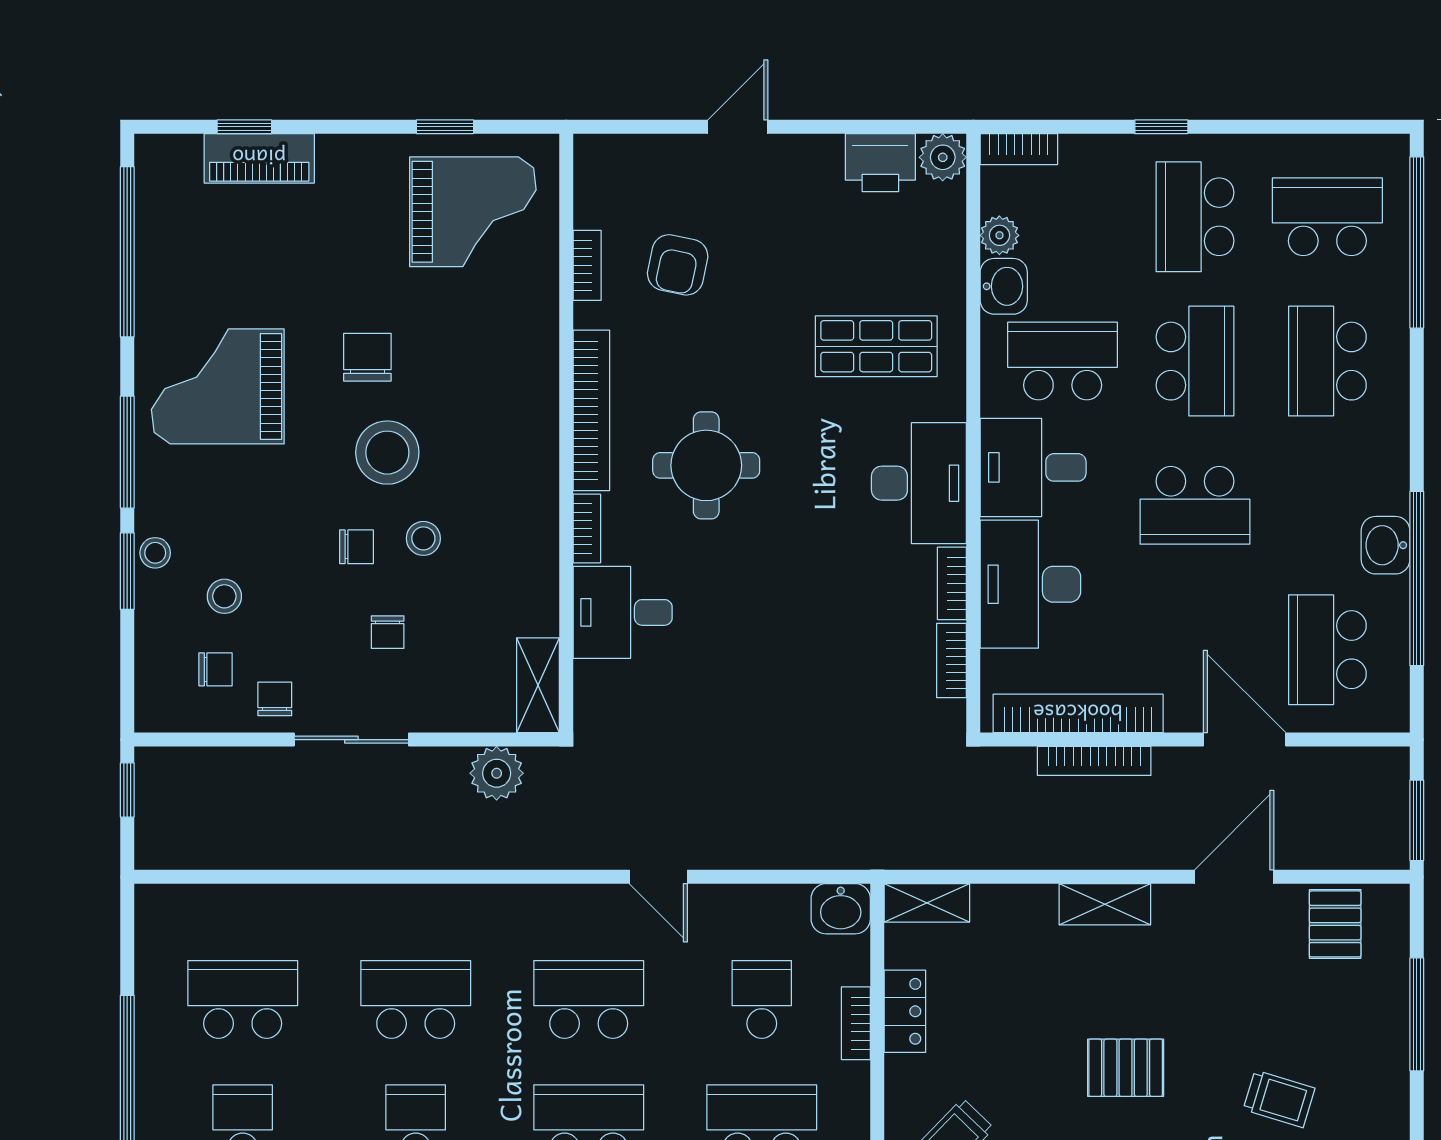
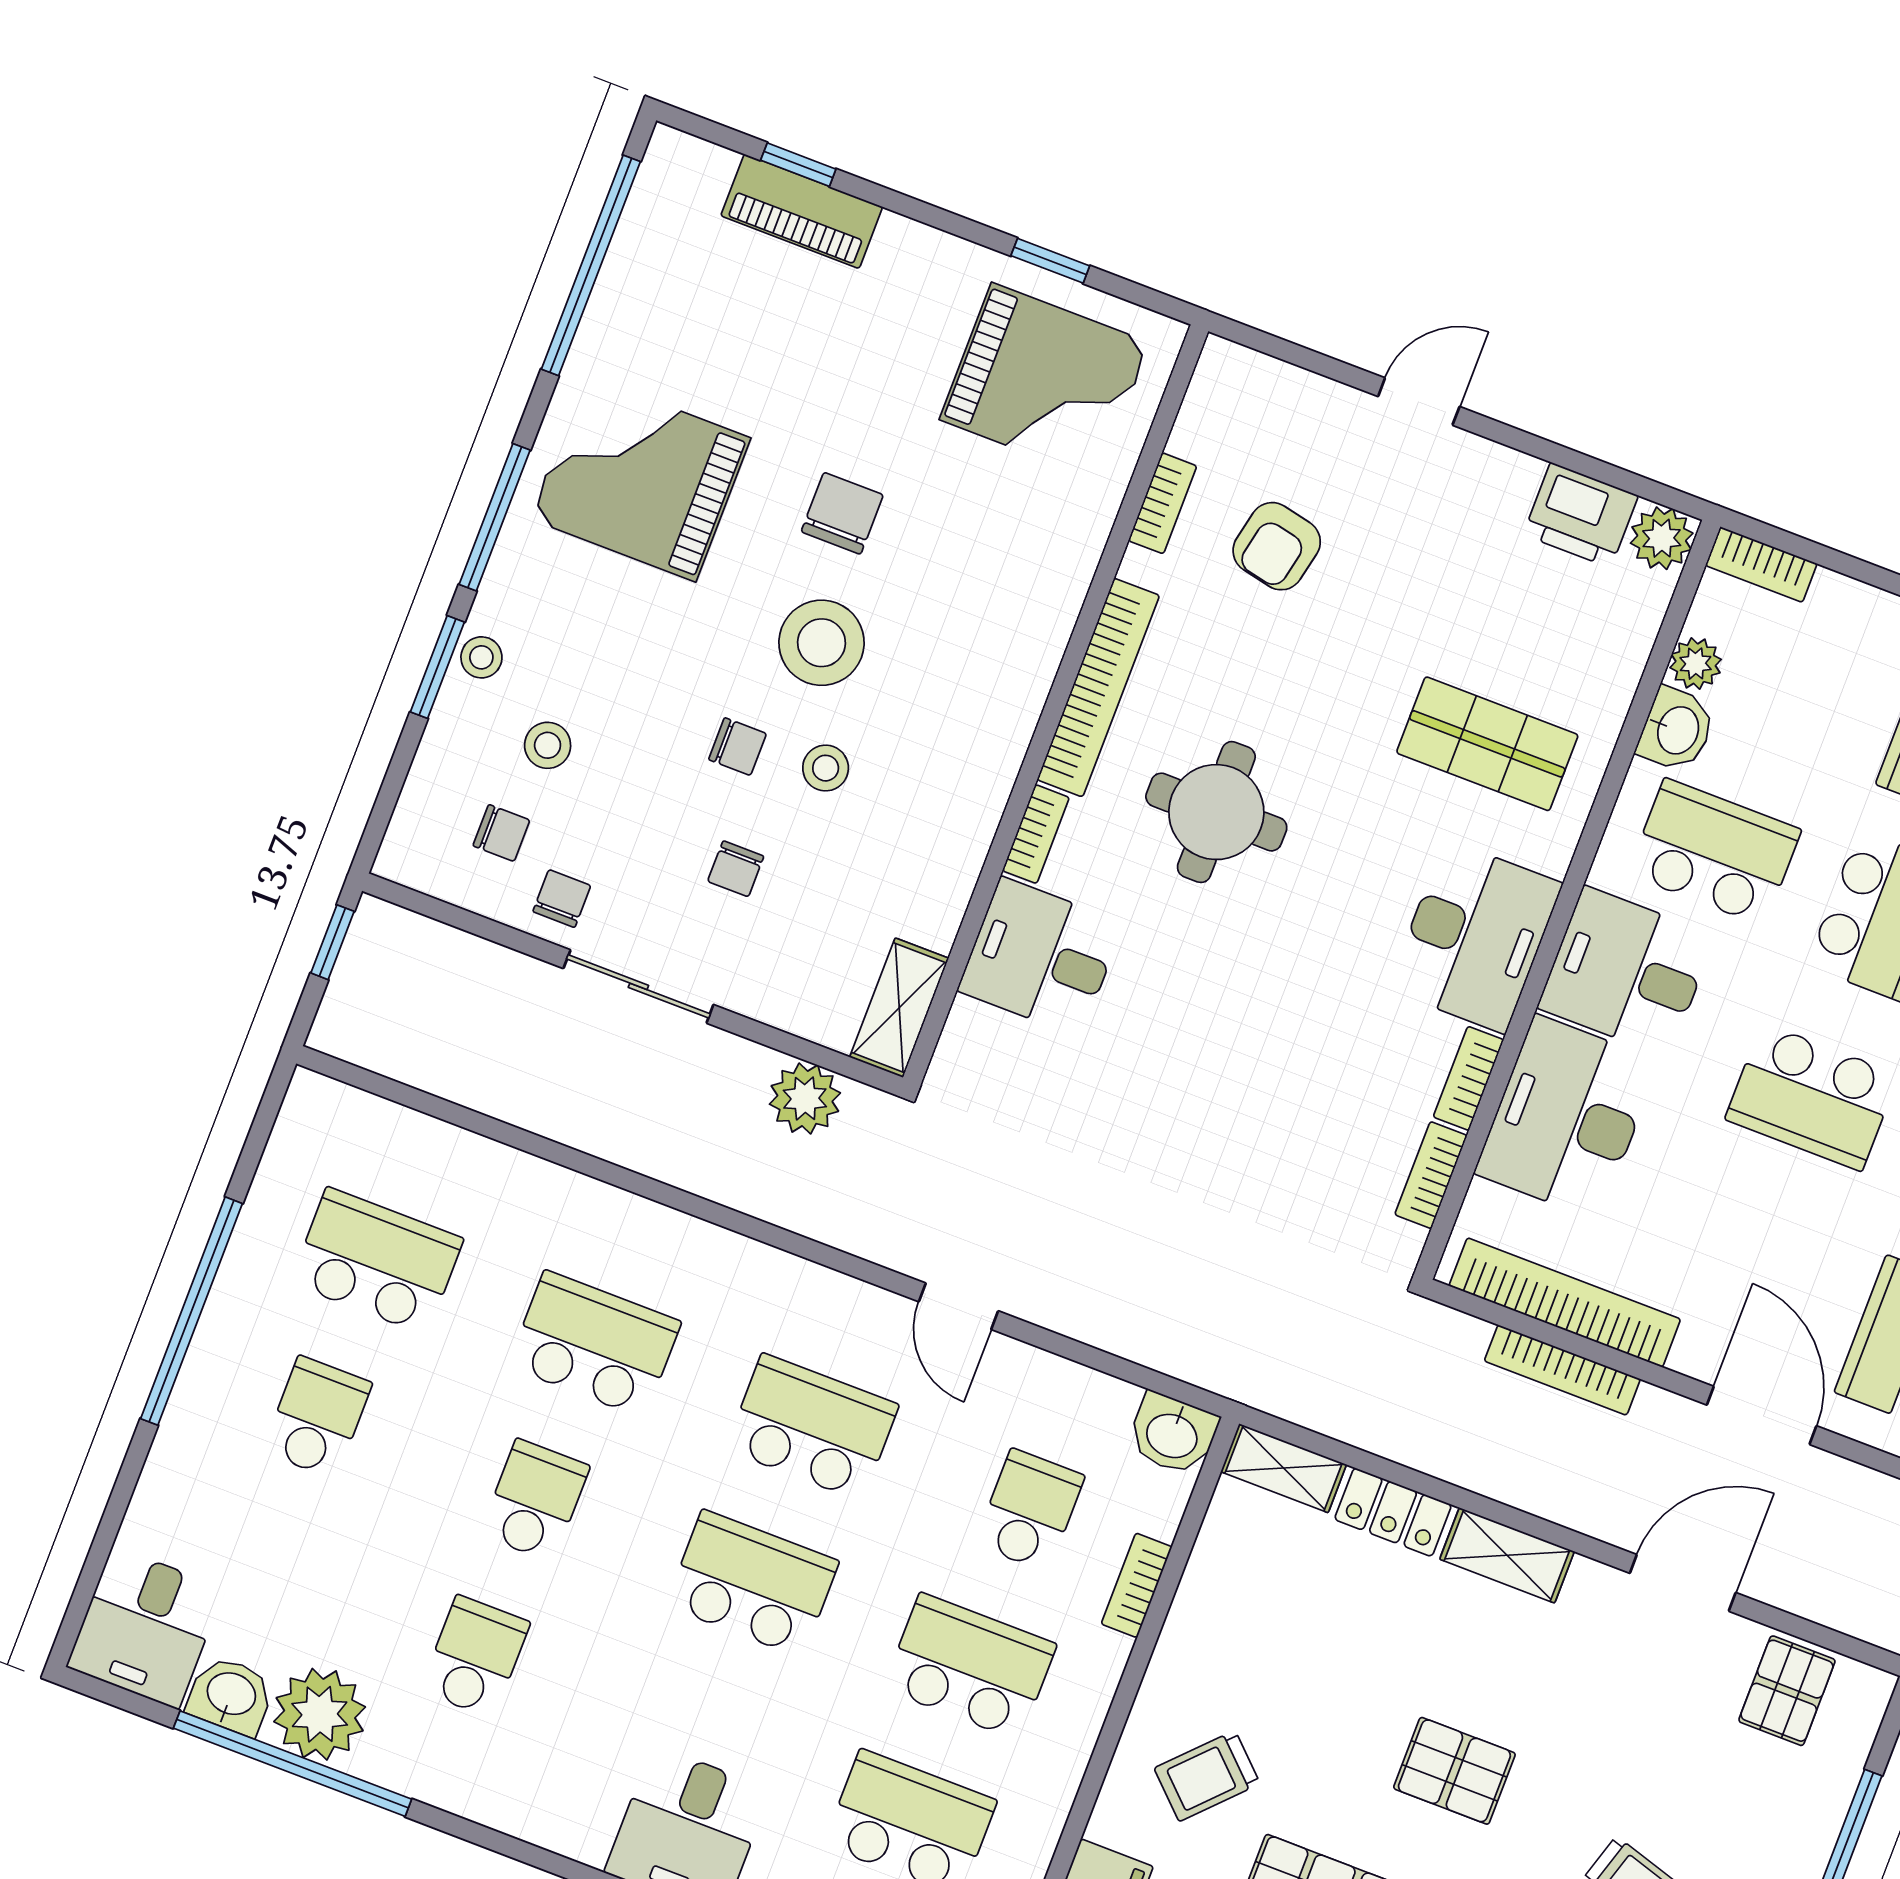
locker: (905, 1011) -> (1393, 1512), moved, turned 90

